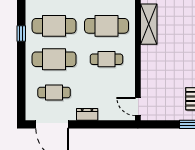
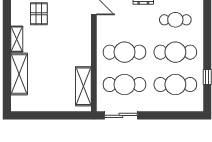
cafe table: (106, 59) -> (124, 52), width x1.37, depth x1.35

